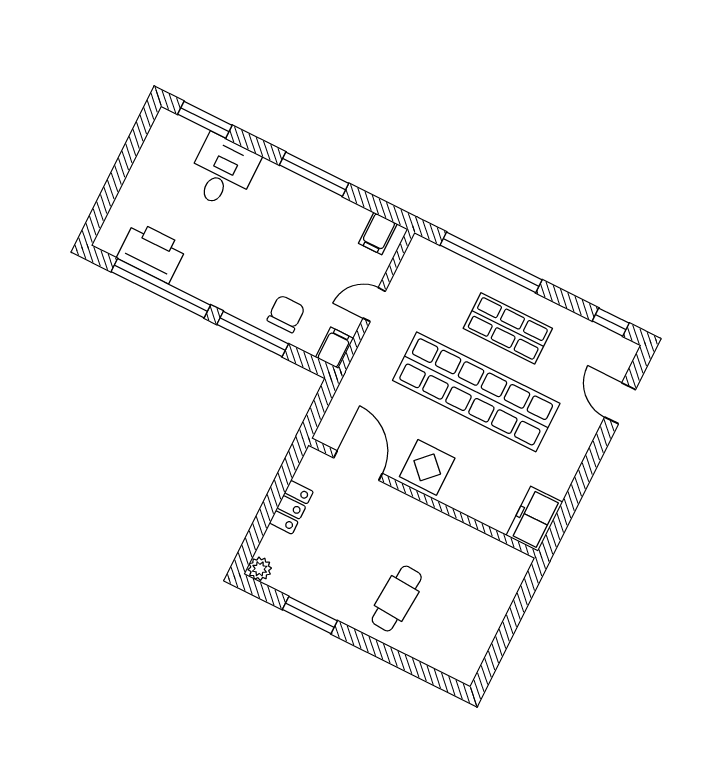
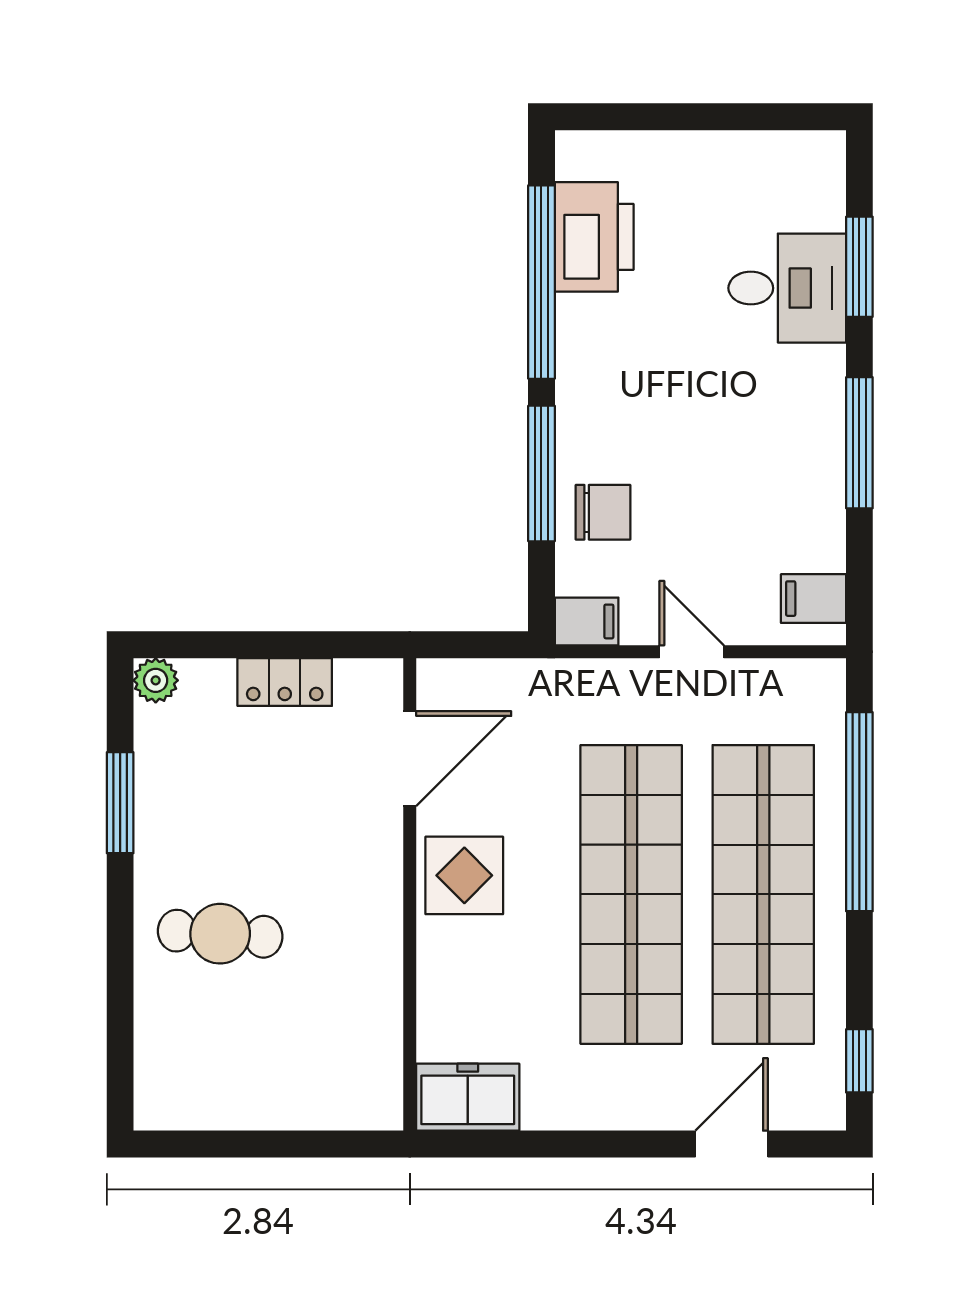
window: (205, 120) -> (859, 267), moved
shop shelf: (508, 328) -> (763, 894), width x2.00, depth x1.36

